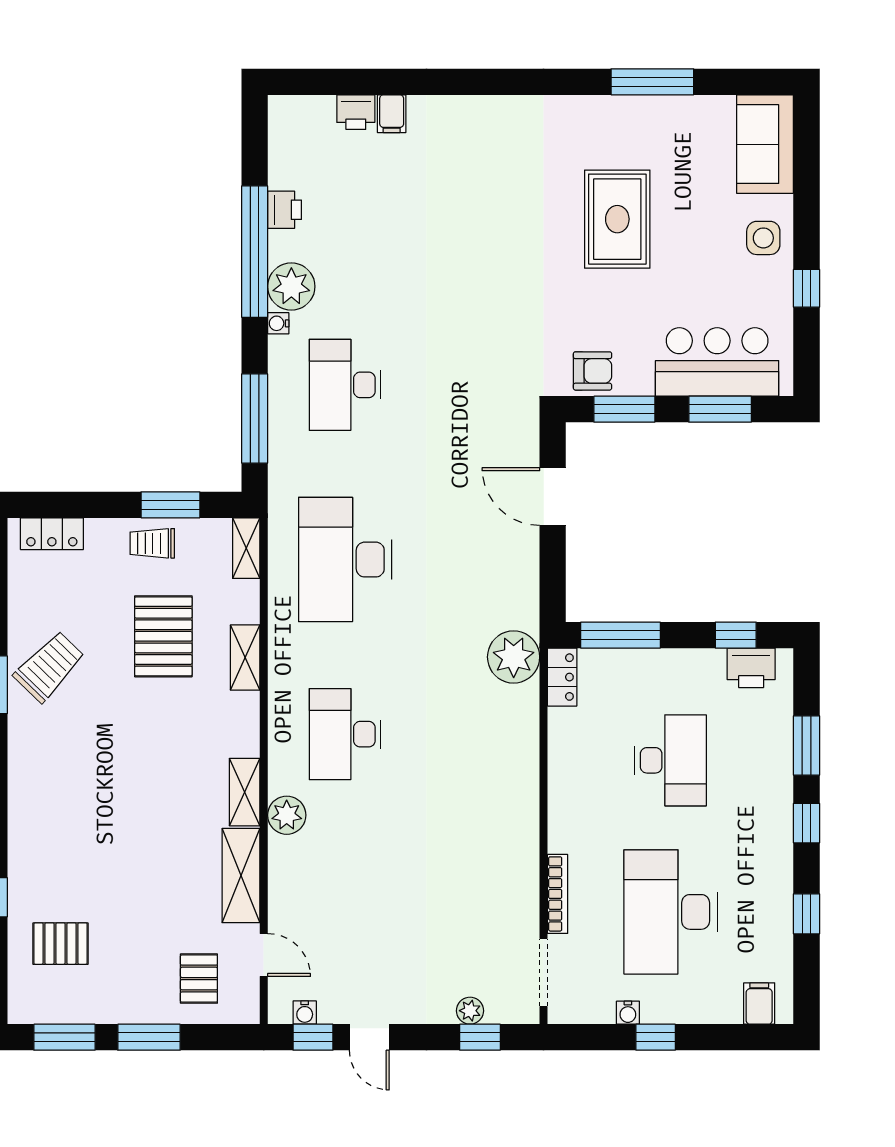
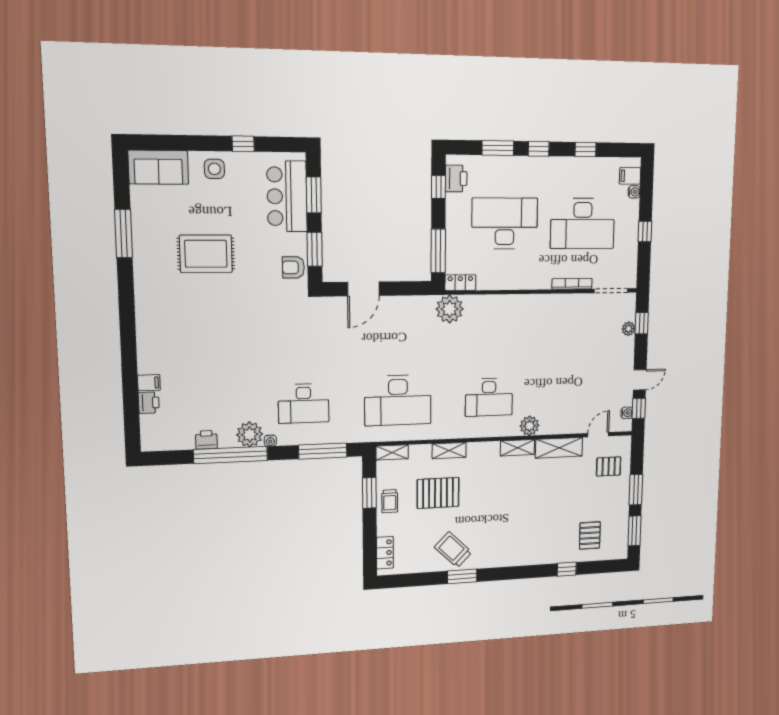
armchair: (592, 371) -> (293, 267), turned -90
desk: (670, 760) -> (505, 223), width x1.36, depth x1.30
water cooler: (628, 1013) -> (634, 192), moved

